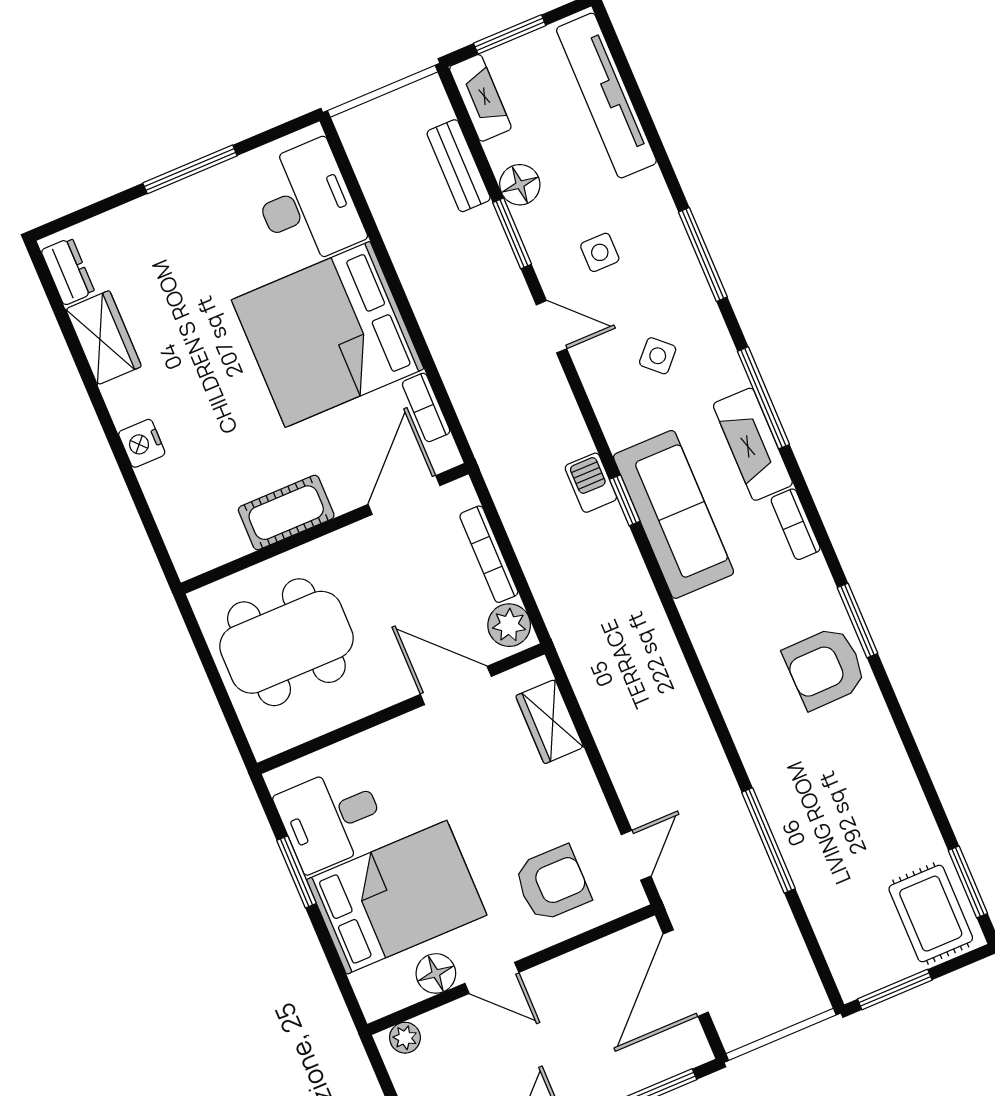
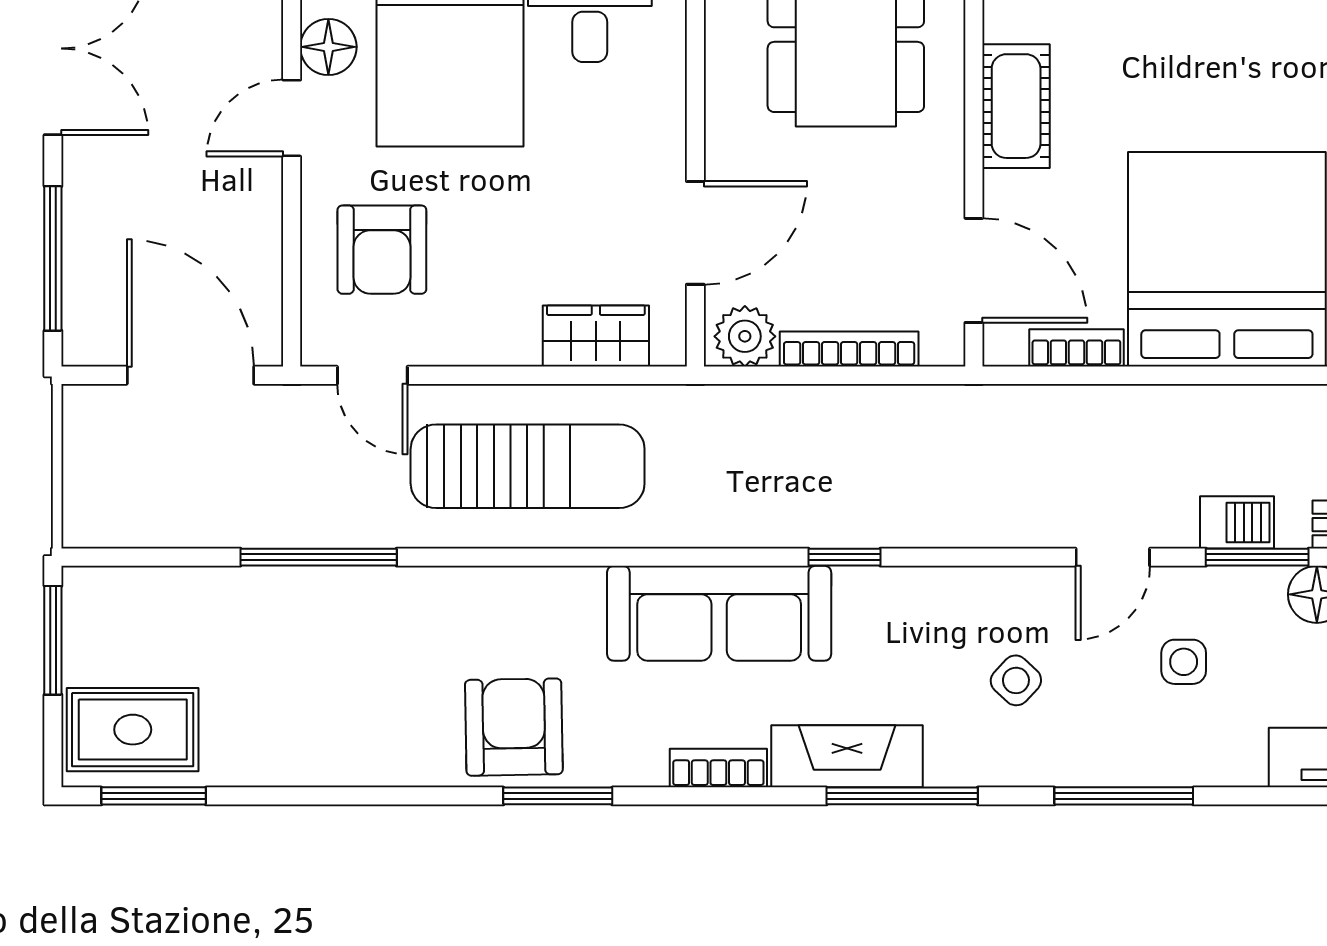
barbecue: (591, 483) -> (1237, 522), moved
sofa: (674, 514) -> (719, 613), moved
sun lounger: (653, 730) -> (528, 466), added

